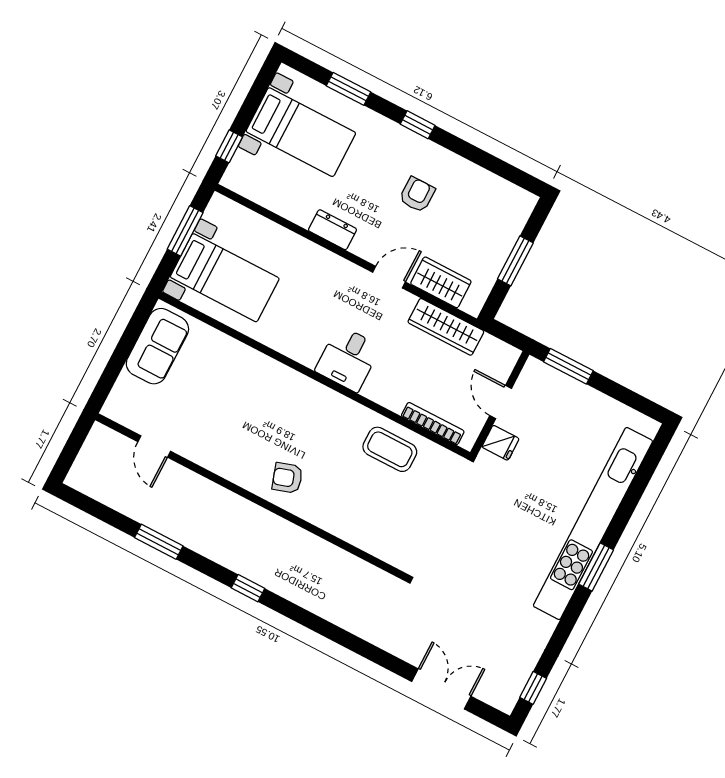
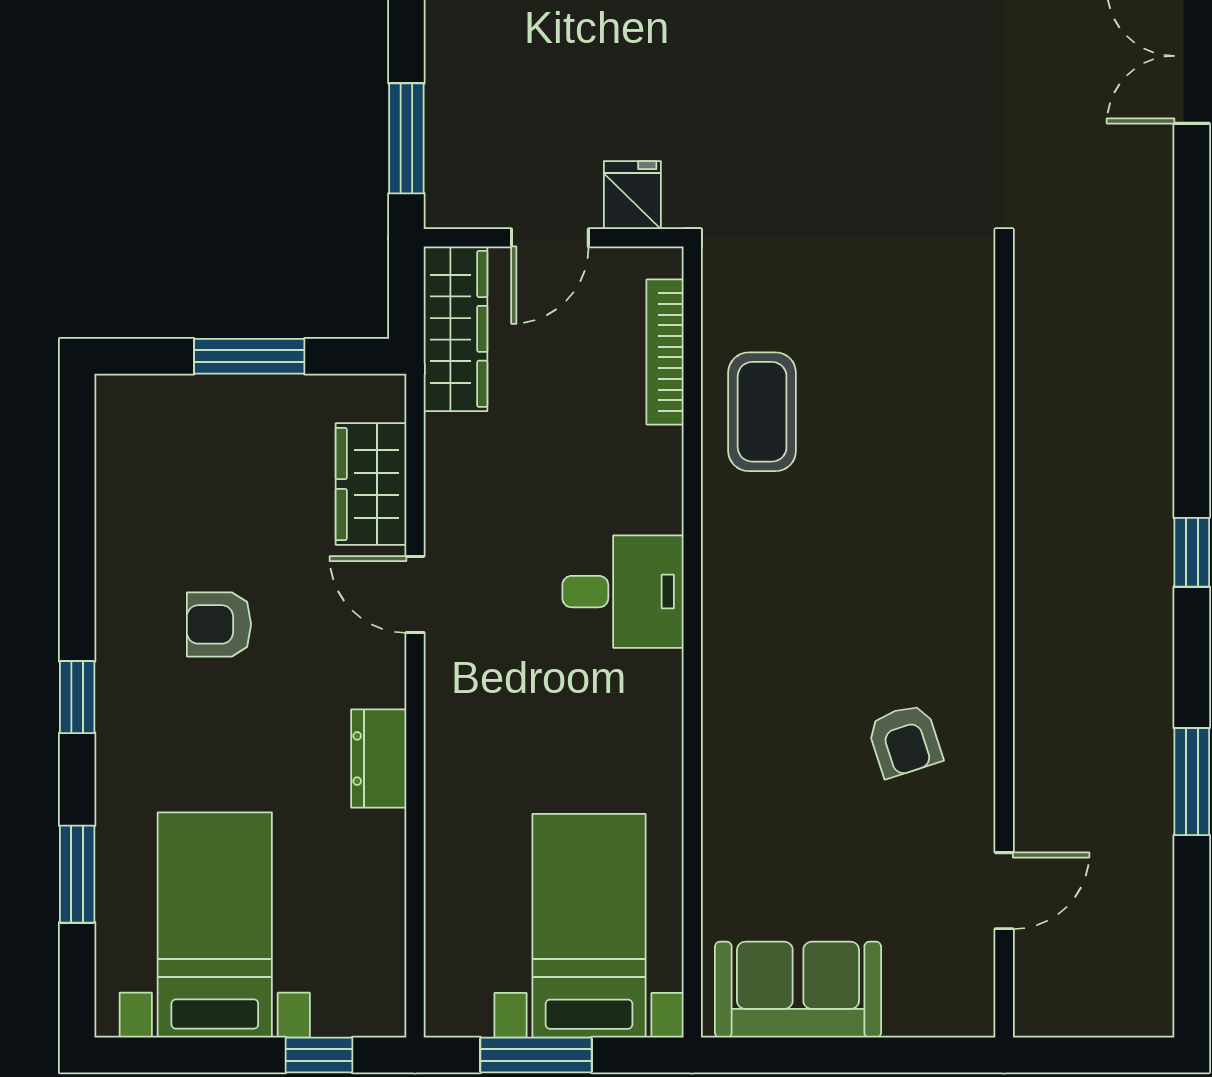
wardrobe: (446, 327) -> (456, 329), moved
armchair: (287, 478) -> (905, 741), moved

